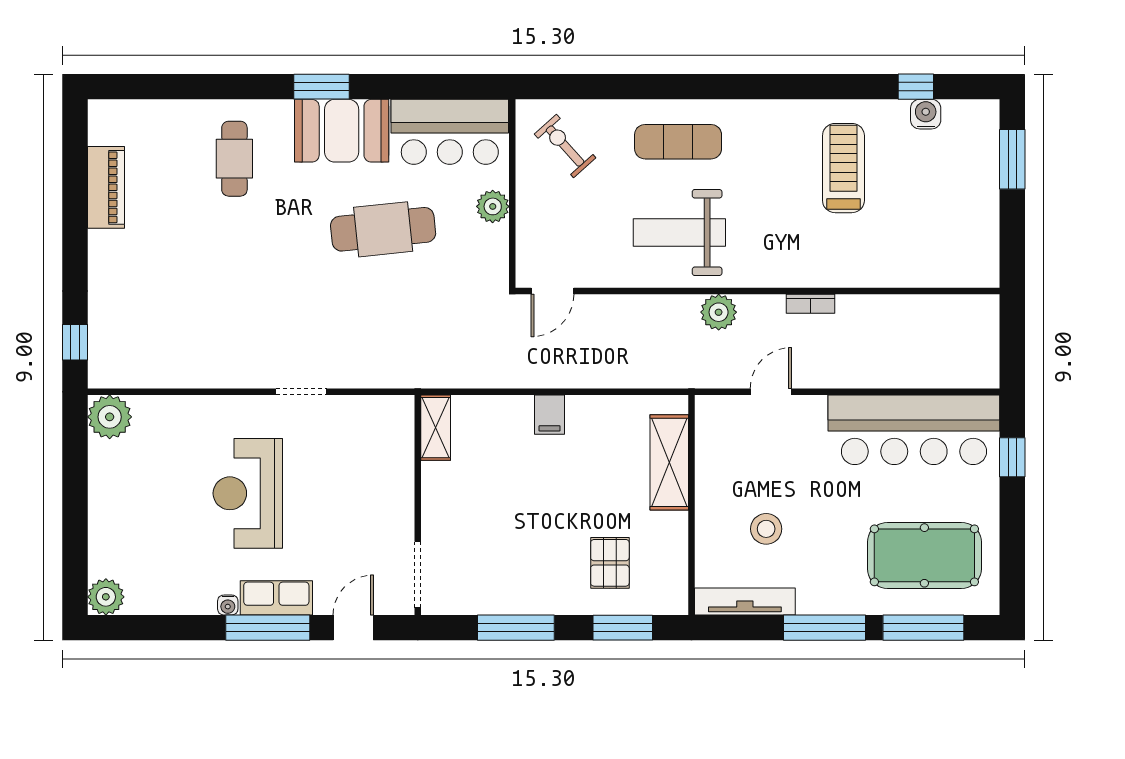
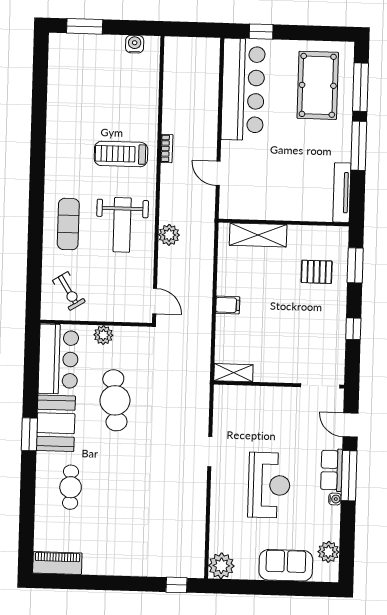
window: (916, 87) -> (40, 82), removed
water cooler: (926, 114) -> (135, 44), moved, turned 90
exercise bike: (565, 146) -> (69, 291), turned -80
cafe table: (234, 159) -> (71, 487), turned 90
treadmill: (843, 168) -> (121, 154), moved
piano: (106, 187) -> (57, 563), moved
plant: (719, 312) -> (169, 235), moved
reception desk: (248, 493) -> (269, 485), turned -90
sofa: (114, 526) -> (286, 565), added
stool: (766, 529) -> (299, 179), removed
plant: (106, 597) -> (328, 552), moved
window: (516, 628) -> (353, 329), width x0.46

